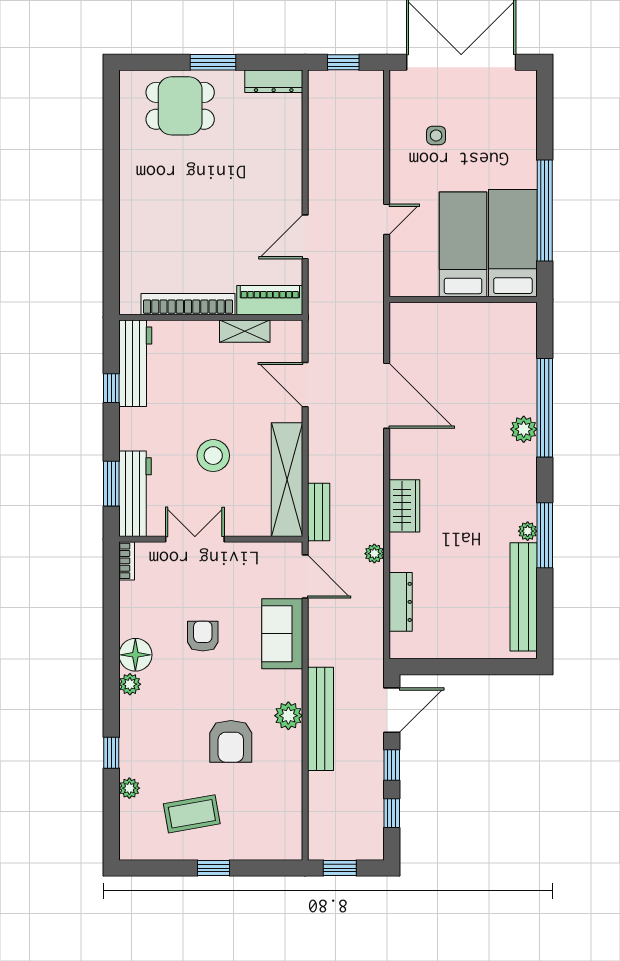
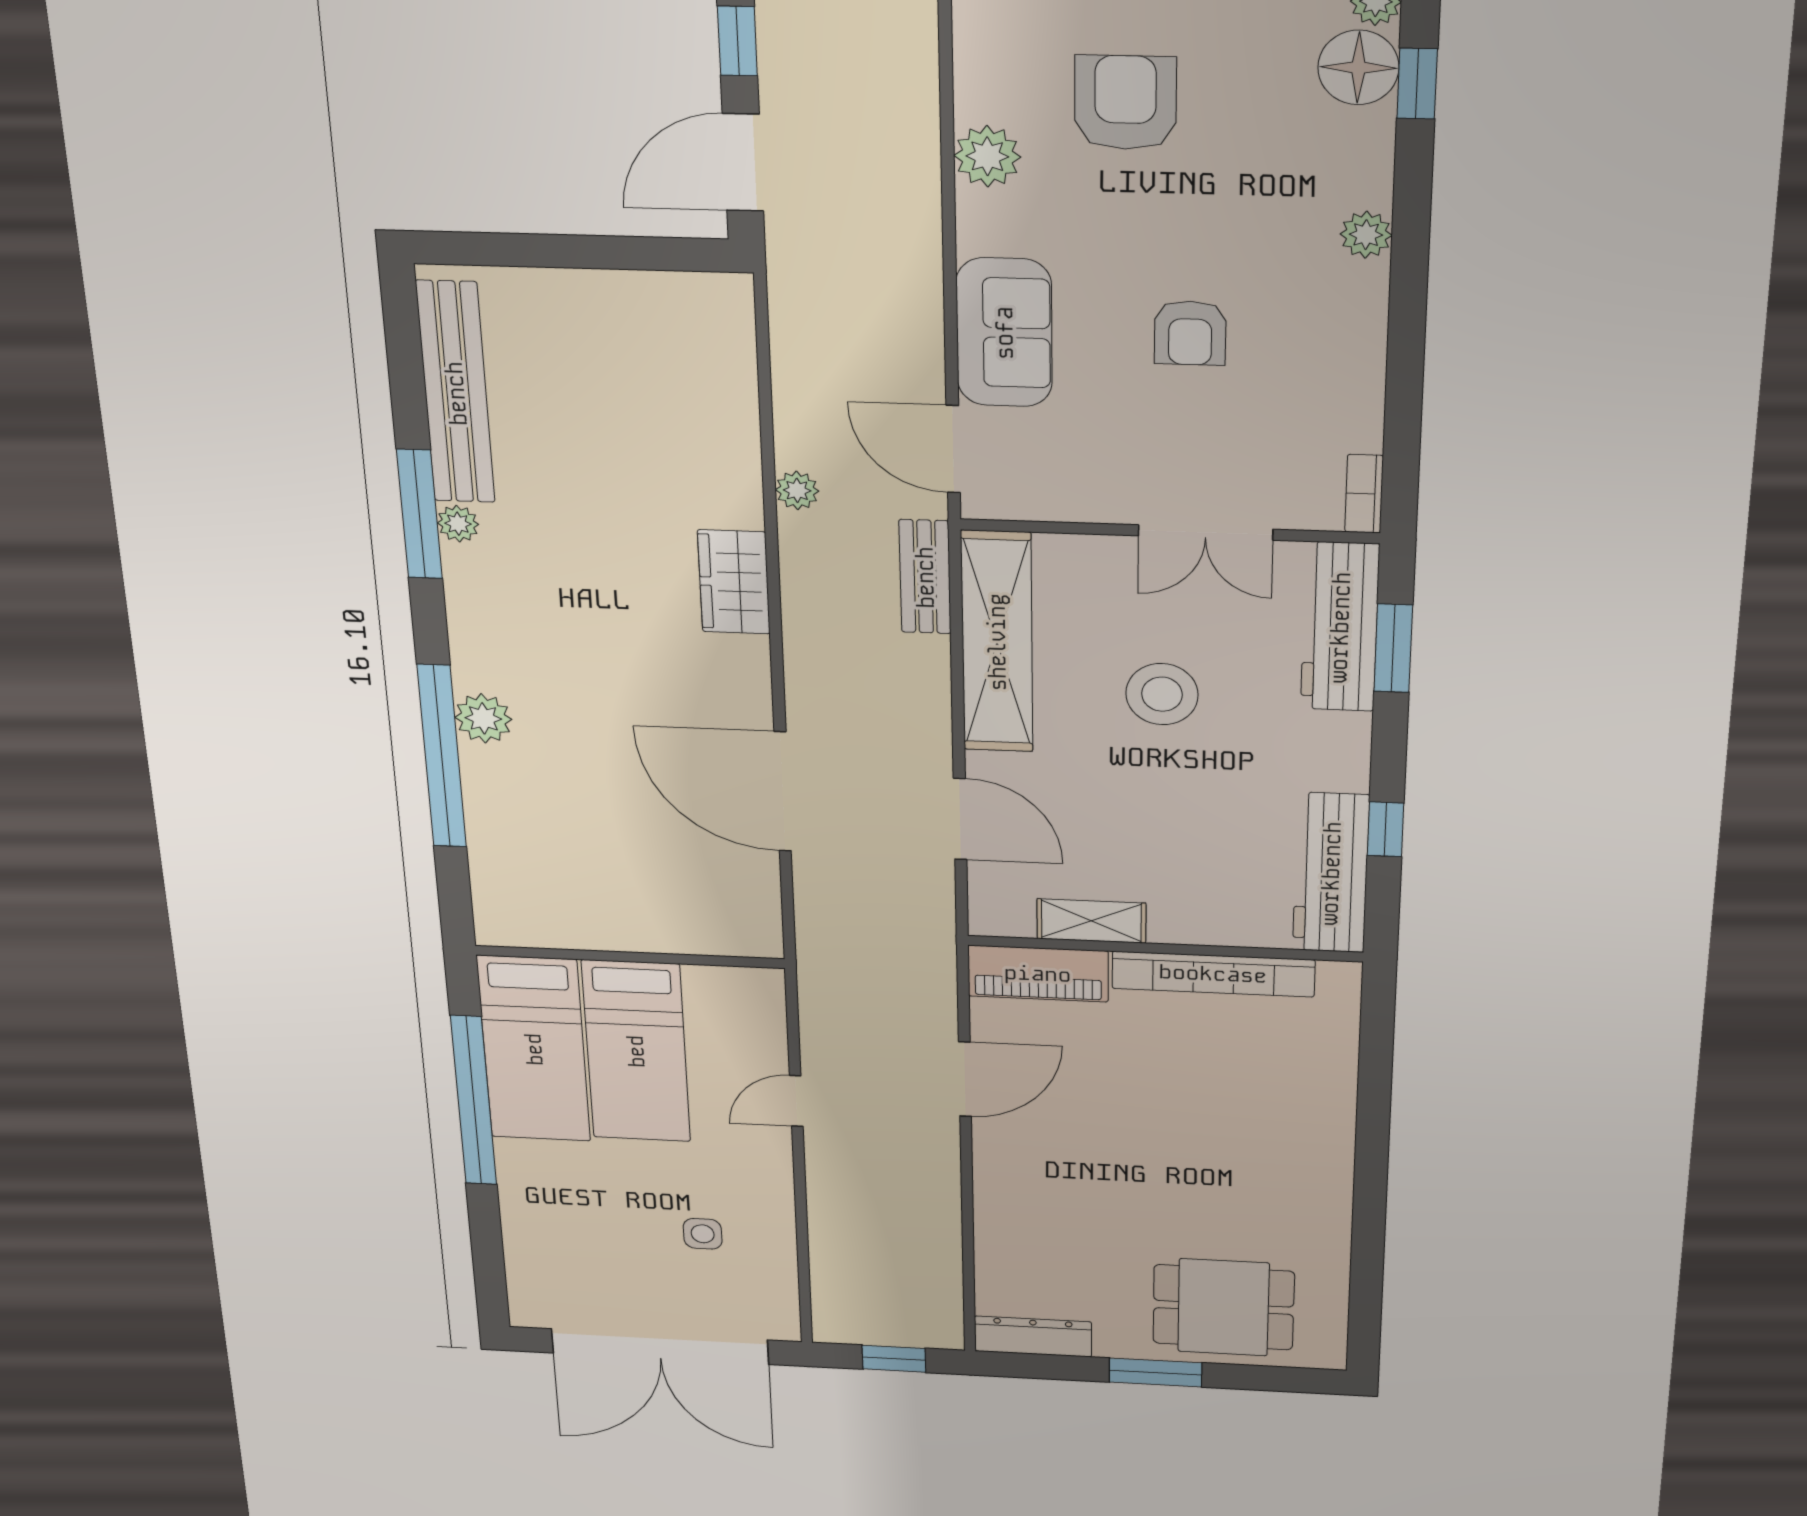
dresser: (401, 602) -> (733, 391), removed
floor lamp: (135, 655) -> (1358, 67), moved
bench: (321, 719) -> (911, 147), removed

